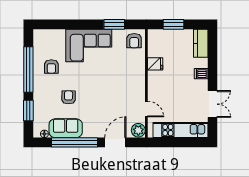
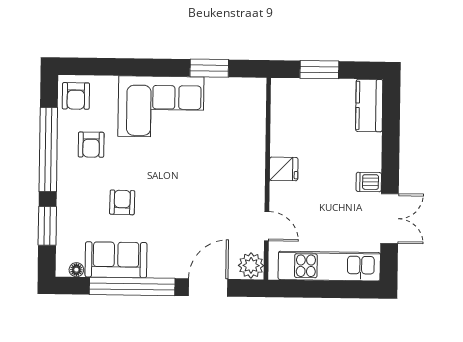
armchair: (134, 41) -> (76, 96), moved
fridge: (155, 64) -> (284, 169), moved
dishwasher: (201, 74) -> (369, 182), moved

